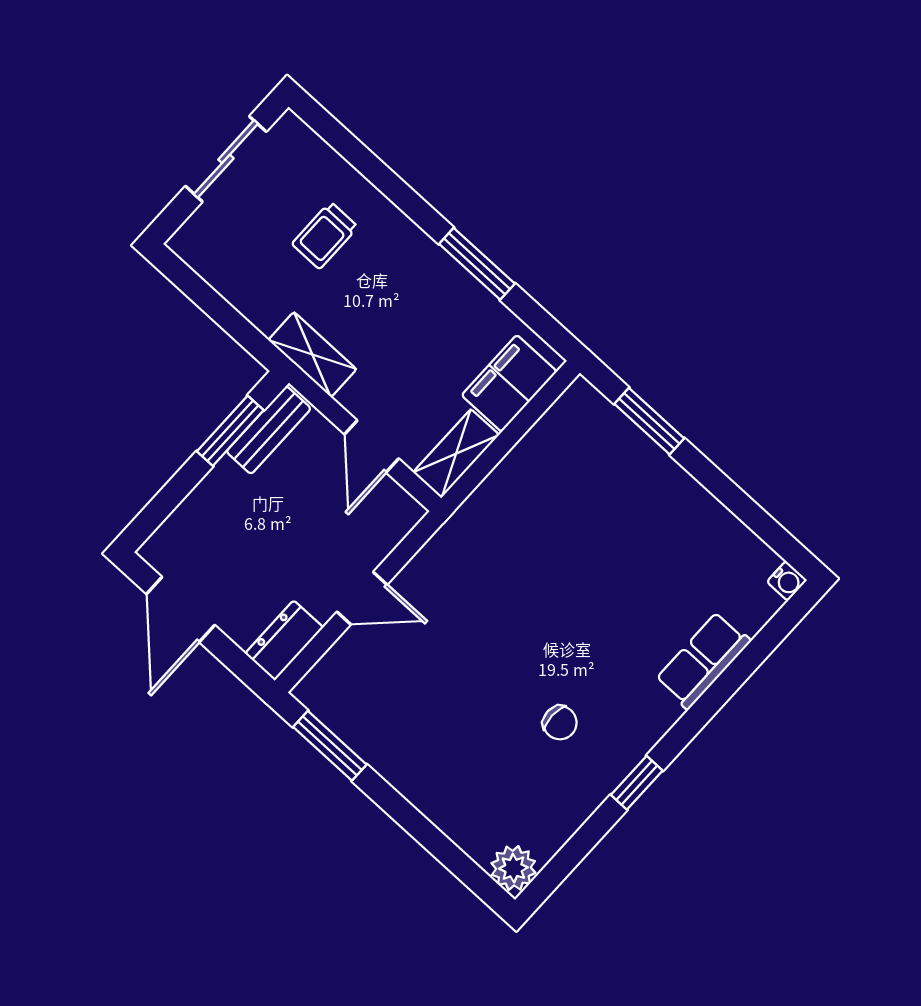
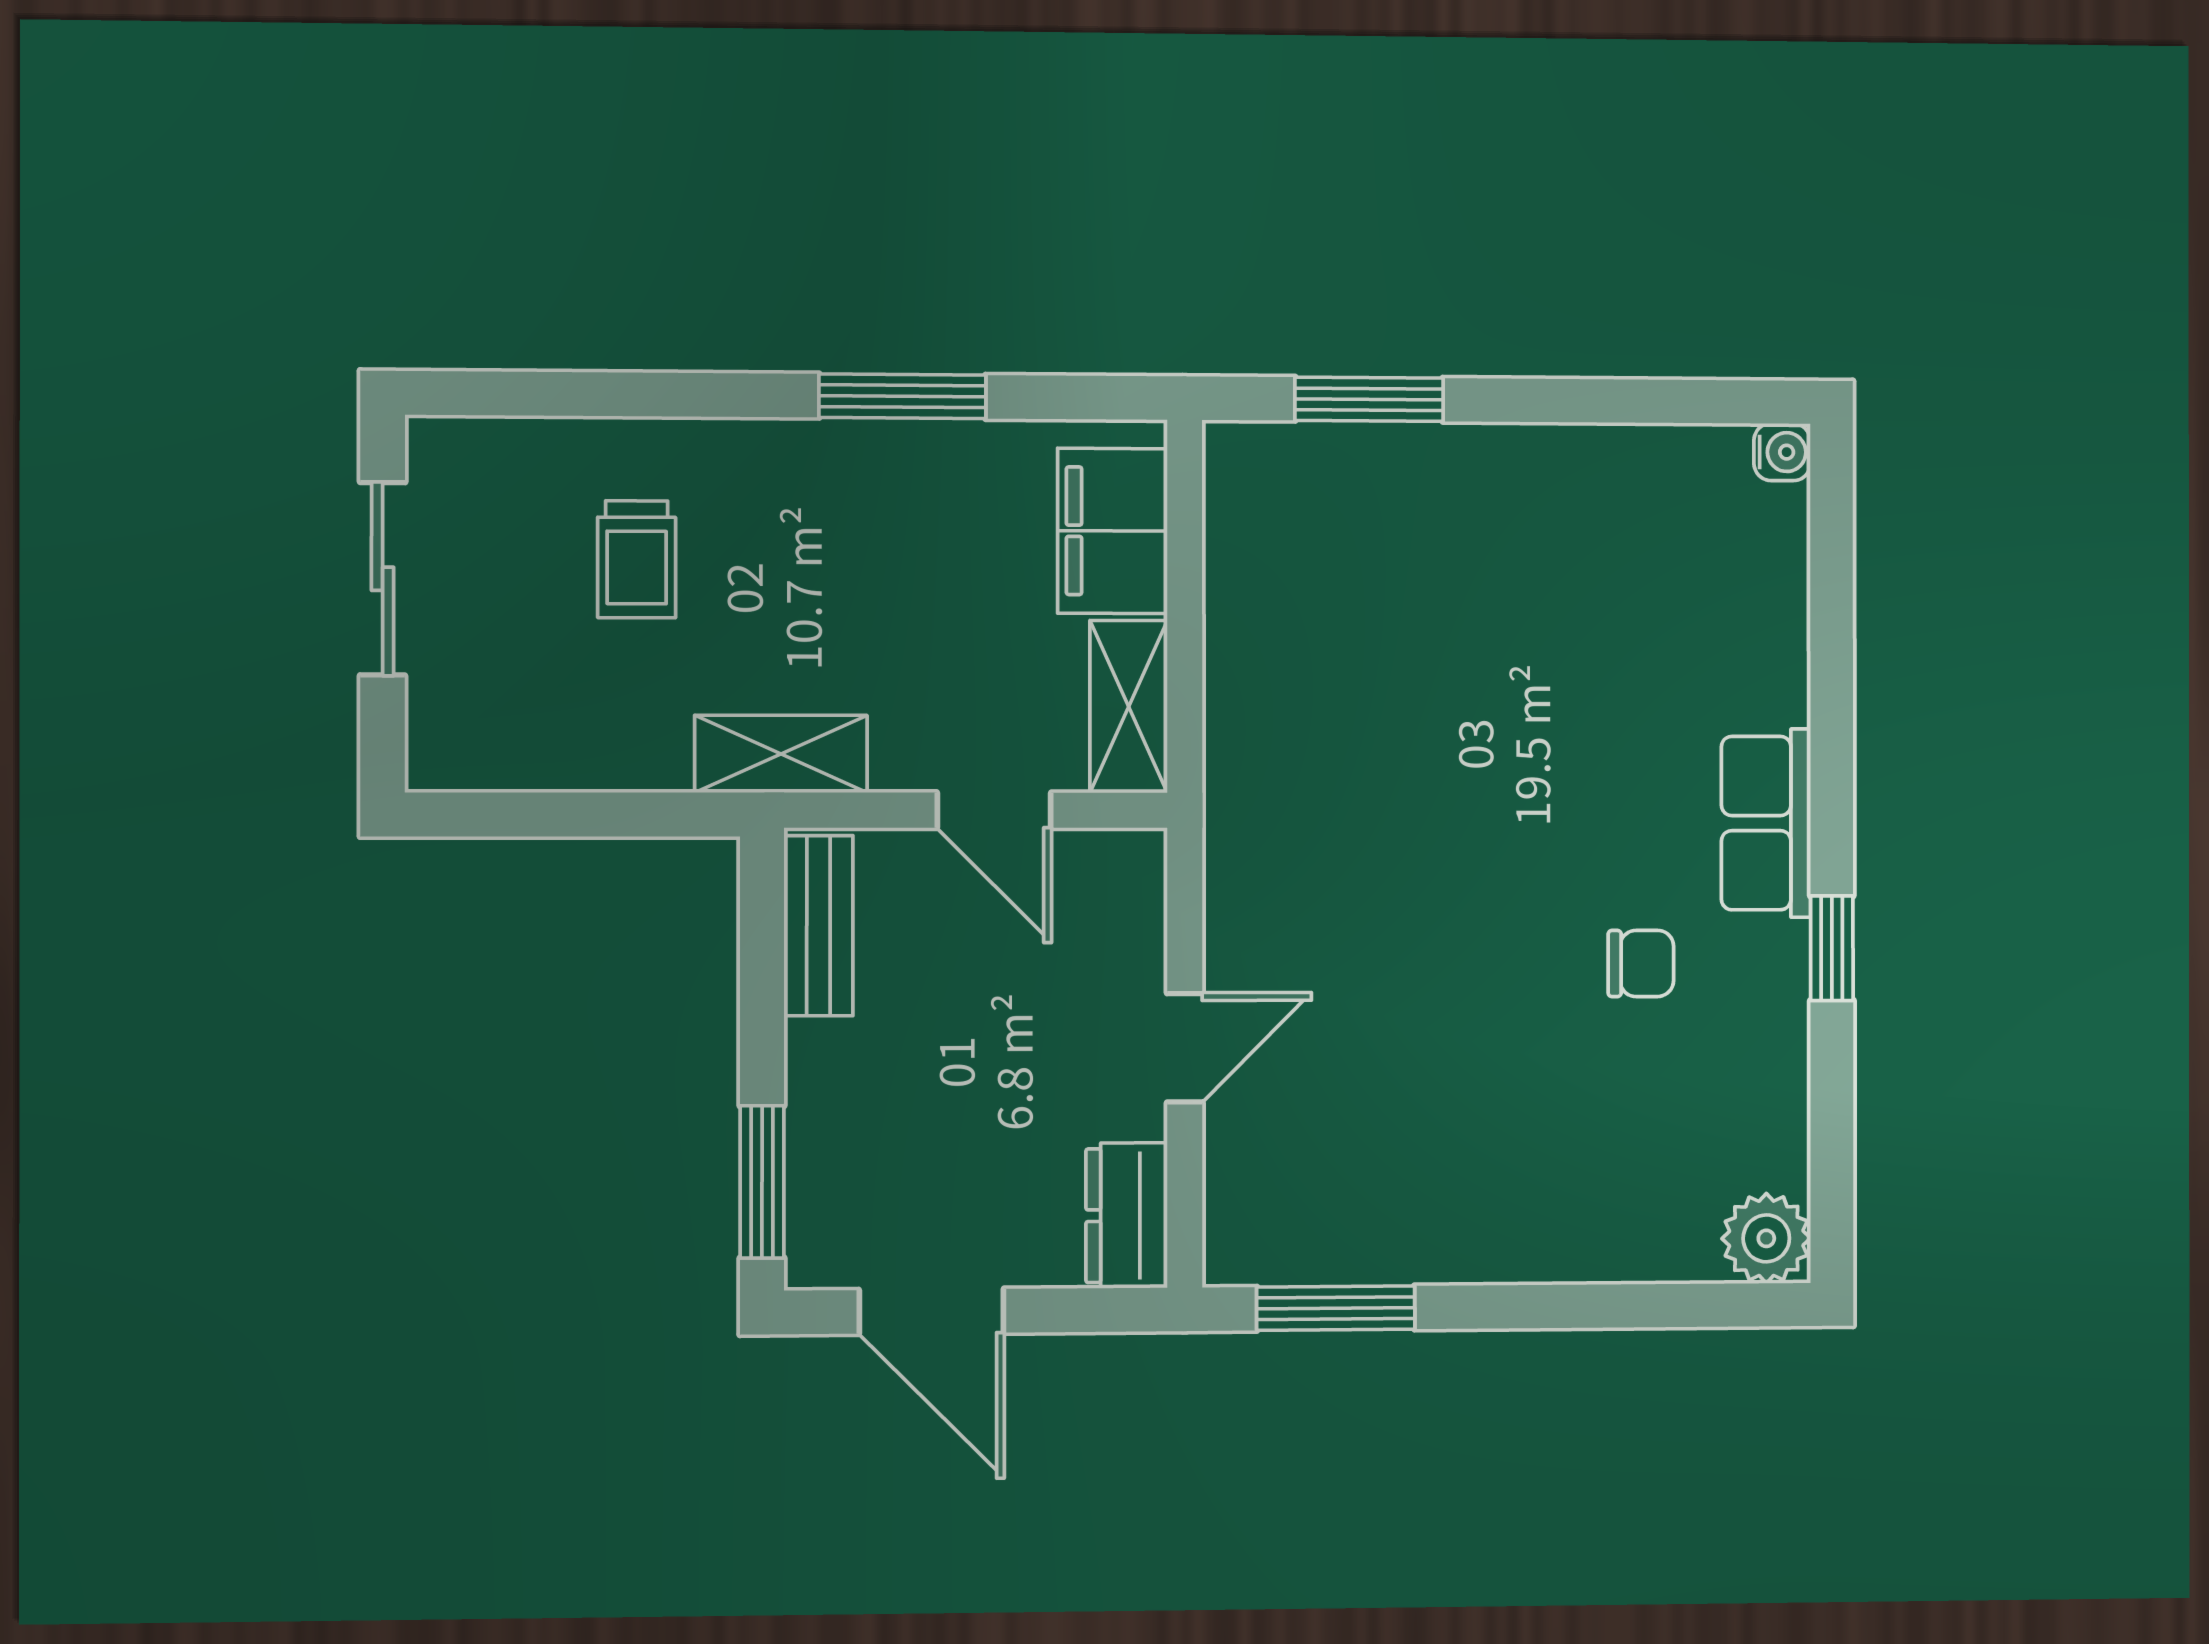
window: (230, 431) -> (762, 1182), moved
row of seats: (703, 660) -> (1766, 823), moved

